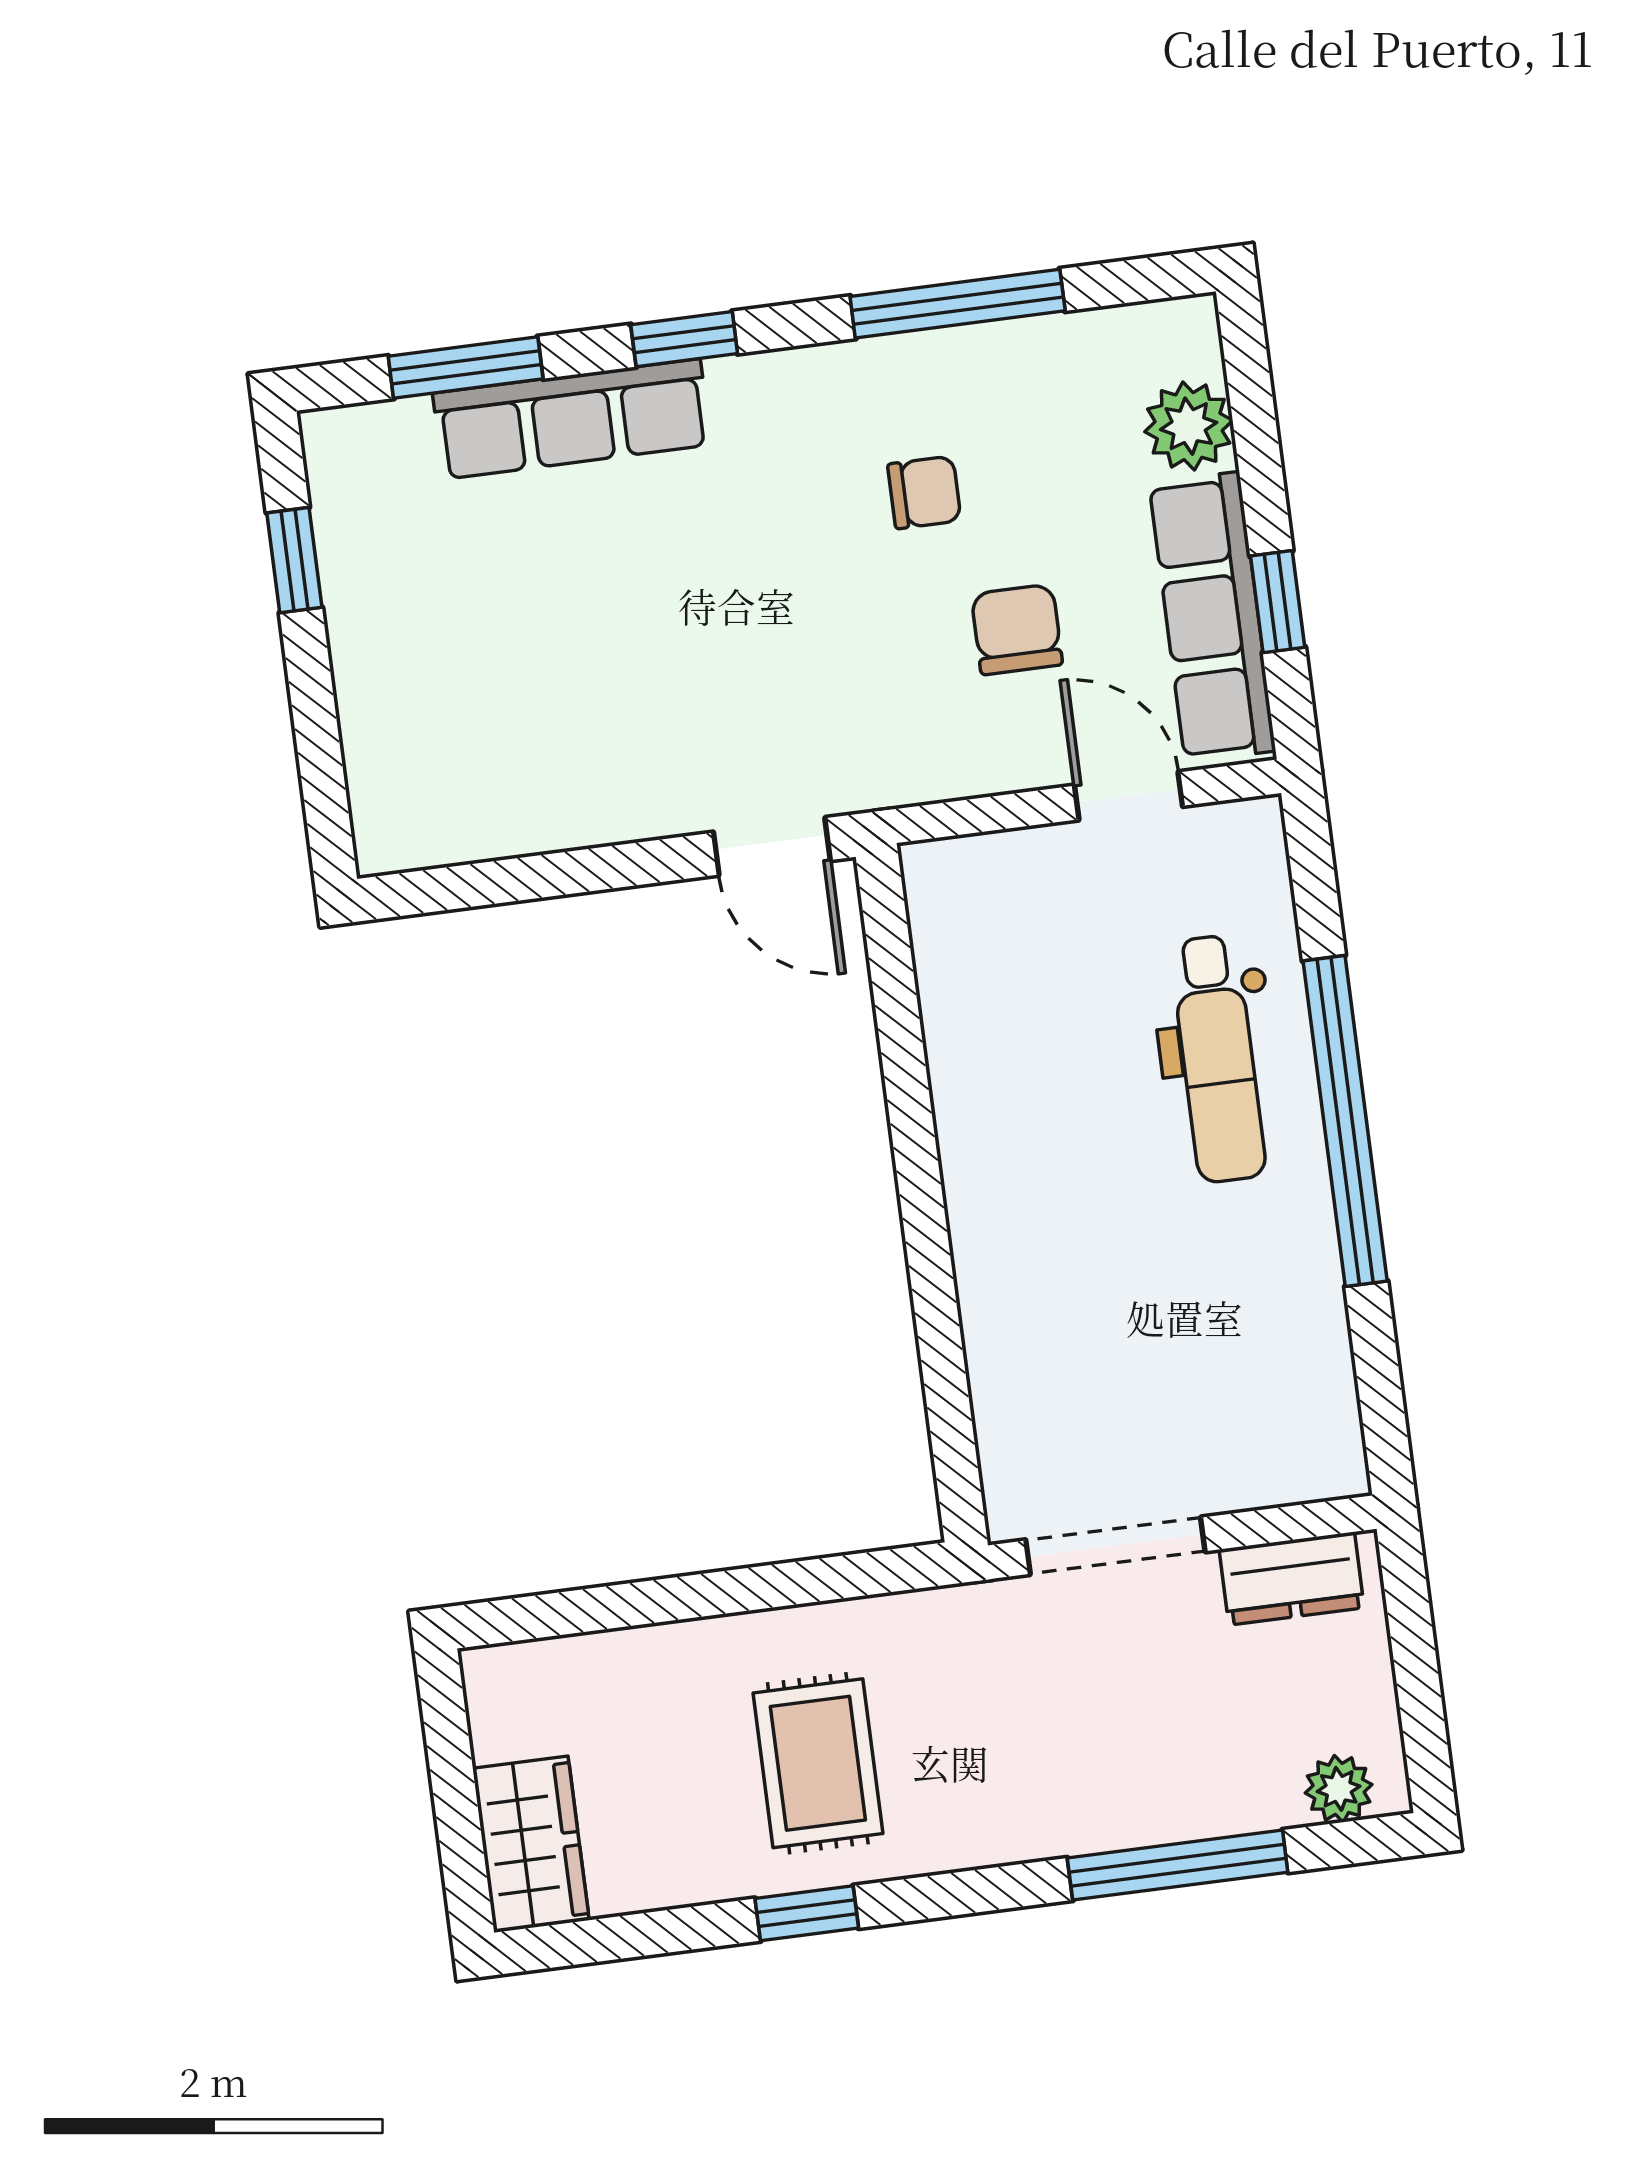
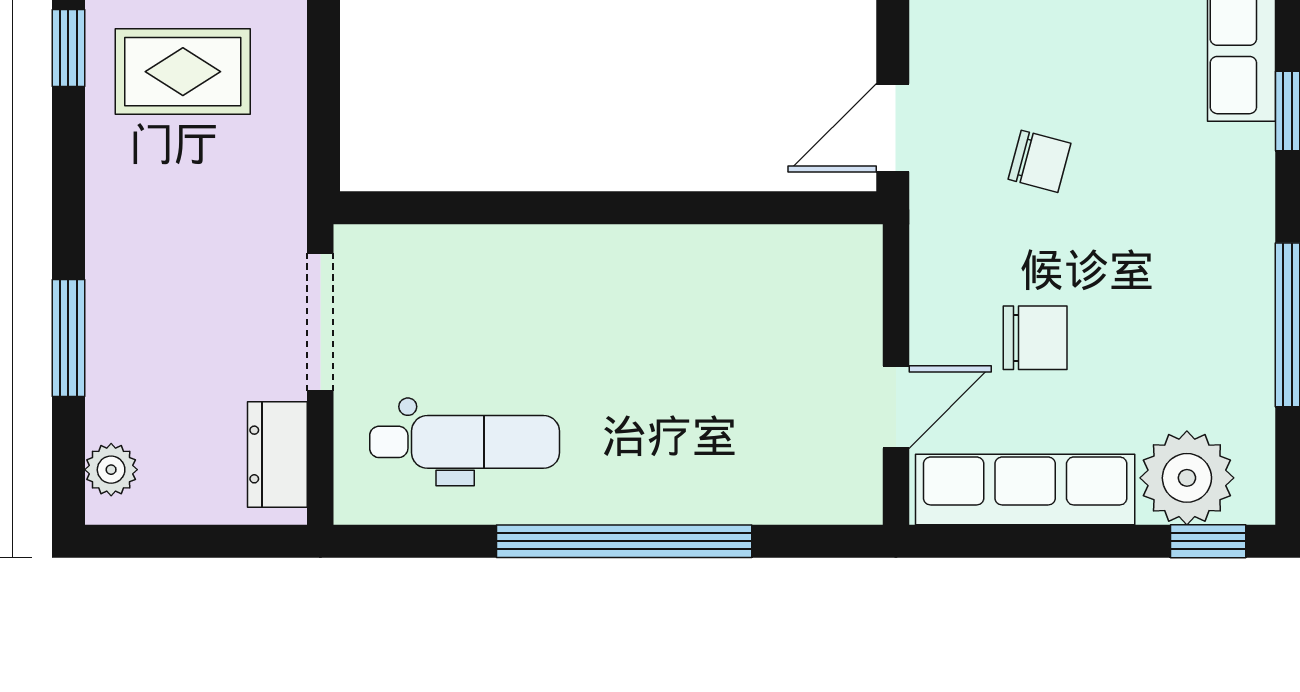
plant: (1189, 426) -> (1187, 478), width x1.36, depth x1.36
chair: (924, 492) -> (1040, 161), moved, turned -75
window: (1278, 602) -> (1208, 541), moved
dental chair: (1218, 1059) -> (465, 442), moved, turned 180
window: (1178, 1865) -> (68, 338), width x0.69

